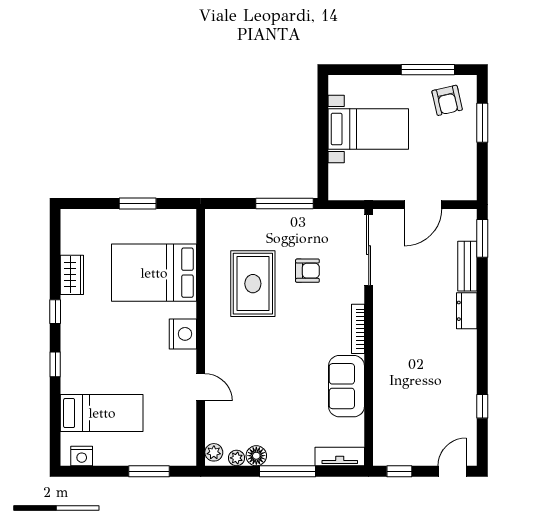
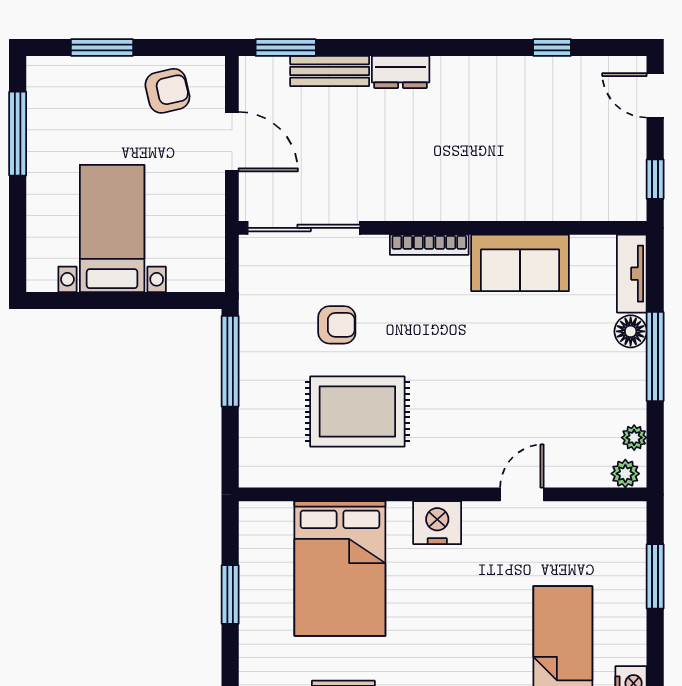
armchair: (447, 100) -> (167, 91), moved
armchair: (307, 271) -> (337, 325), turned 90
floor lamp: (256, 456) -> (631, 331), moved

